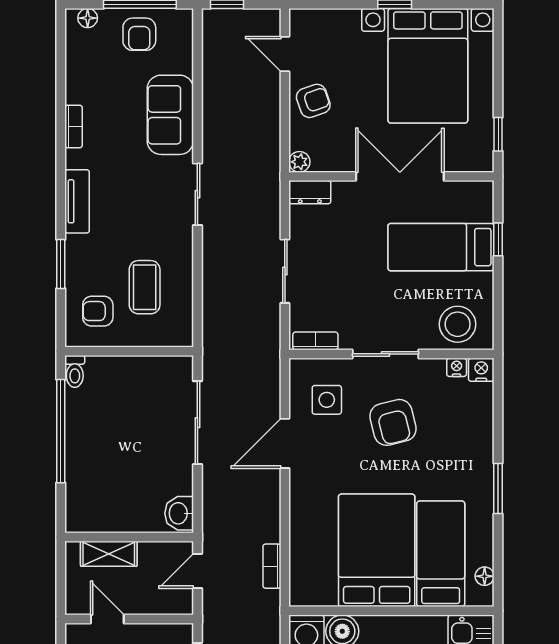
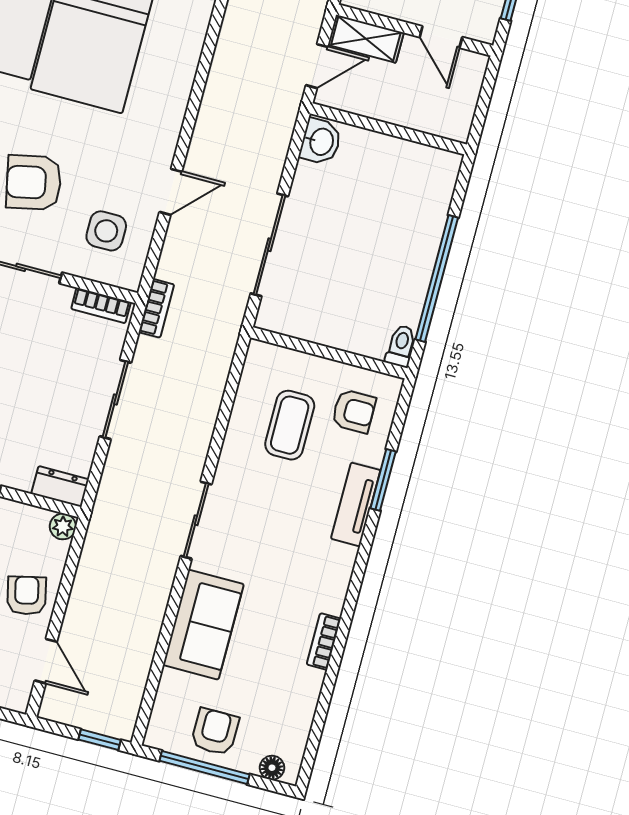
armchair: (313, 101) -> (27, 595), turned 96
tv unit: (77, 201) -> (356, 504), moved
armchair: (393, 422) -> (34, 182), turned -88
door: (285, 443) -> (171, 192), width x0.73
shelving: (109, 554) -> (366, 39), moved
bookcase: (272, 566) -> (156, 308), moved

